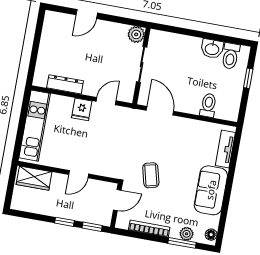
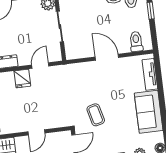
toilet: (208, 105) -> (136, 42), moved
door: (160, 111) -> (107, 57), moved

